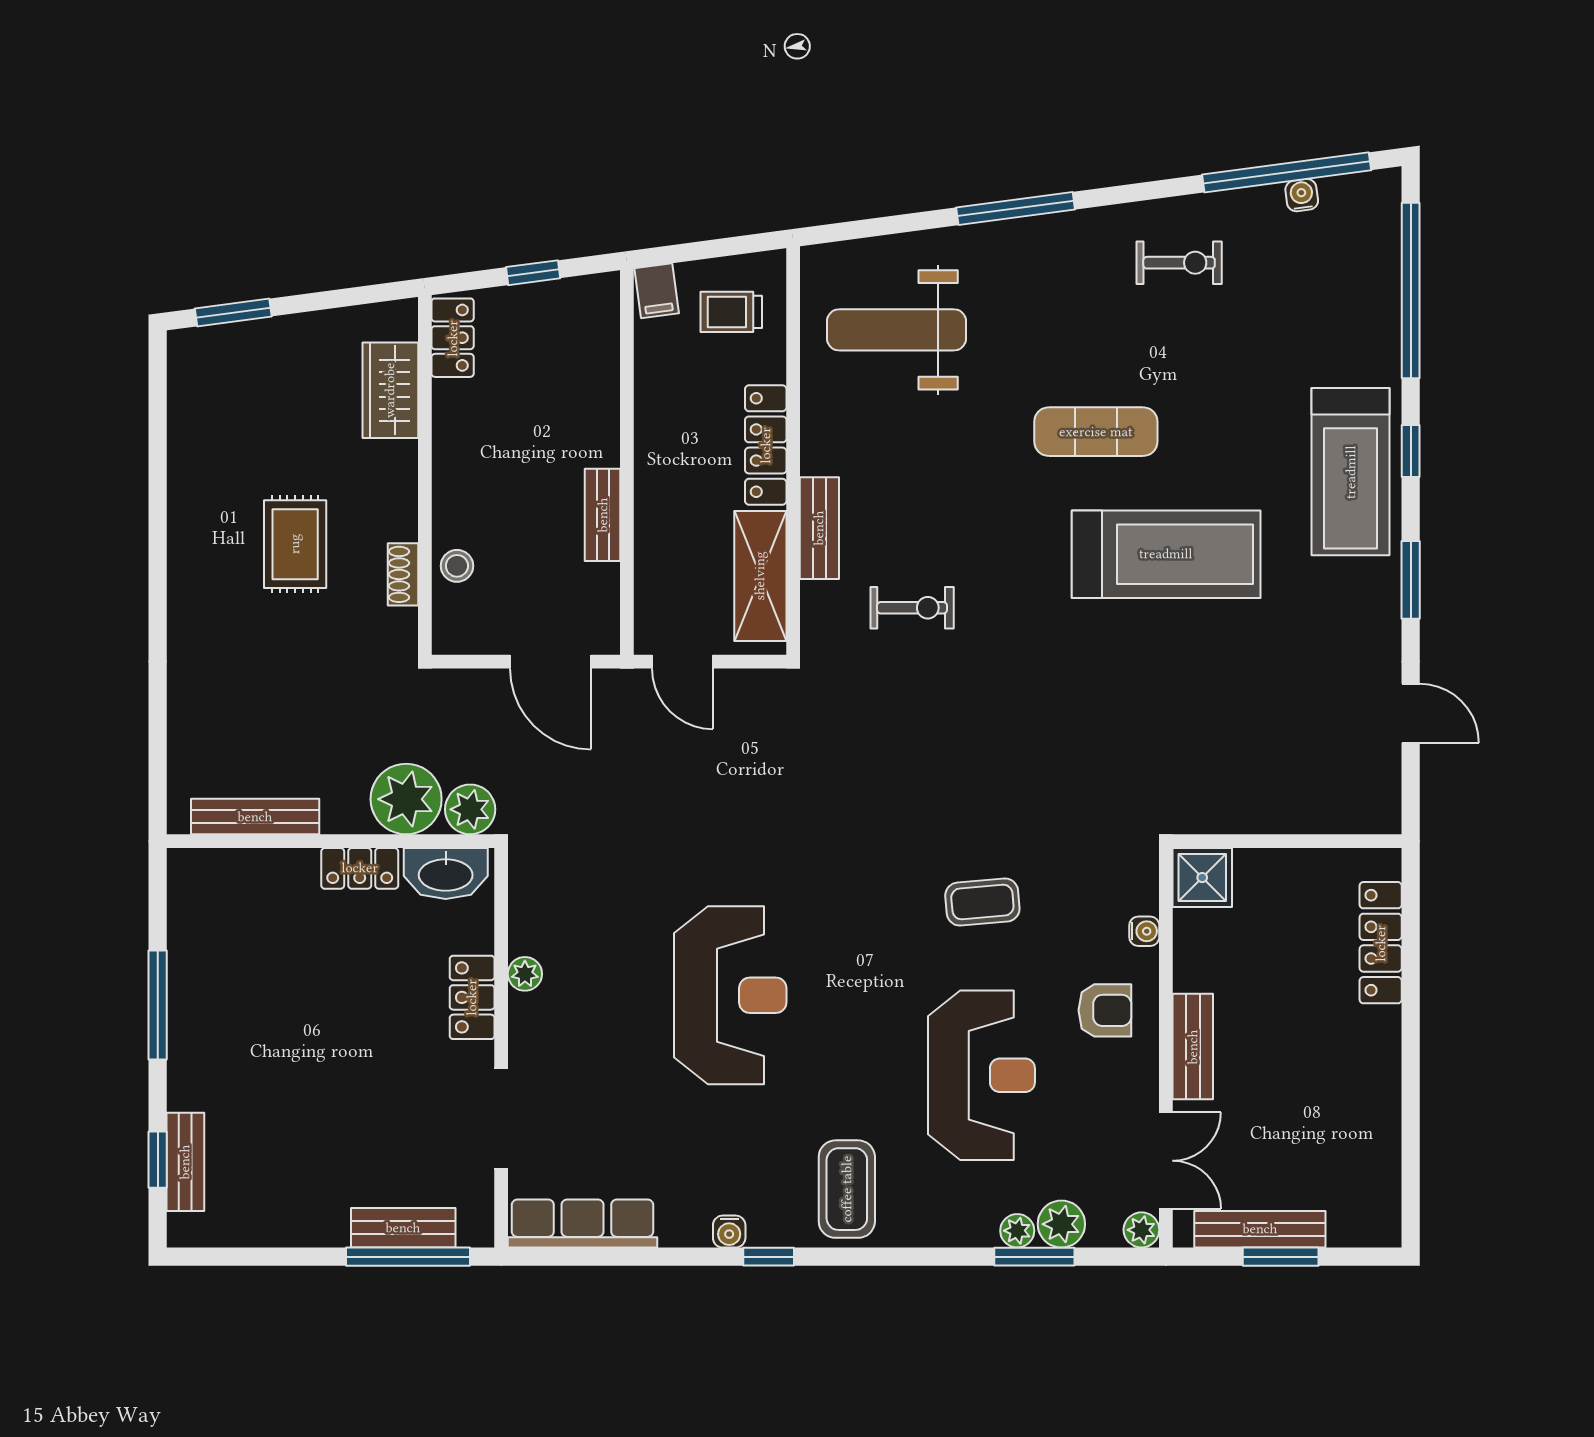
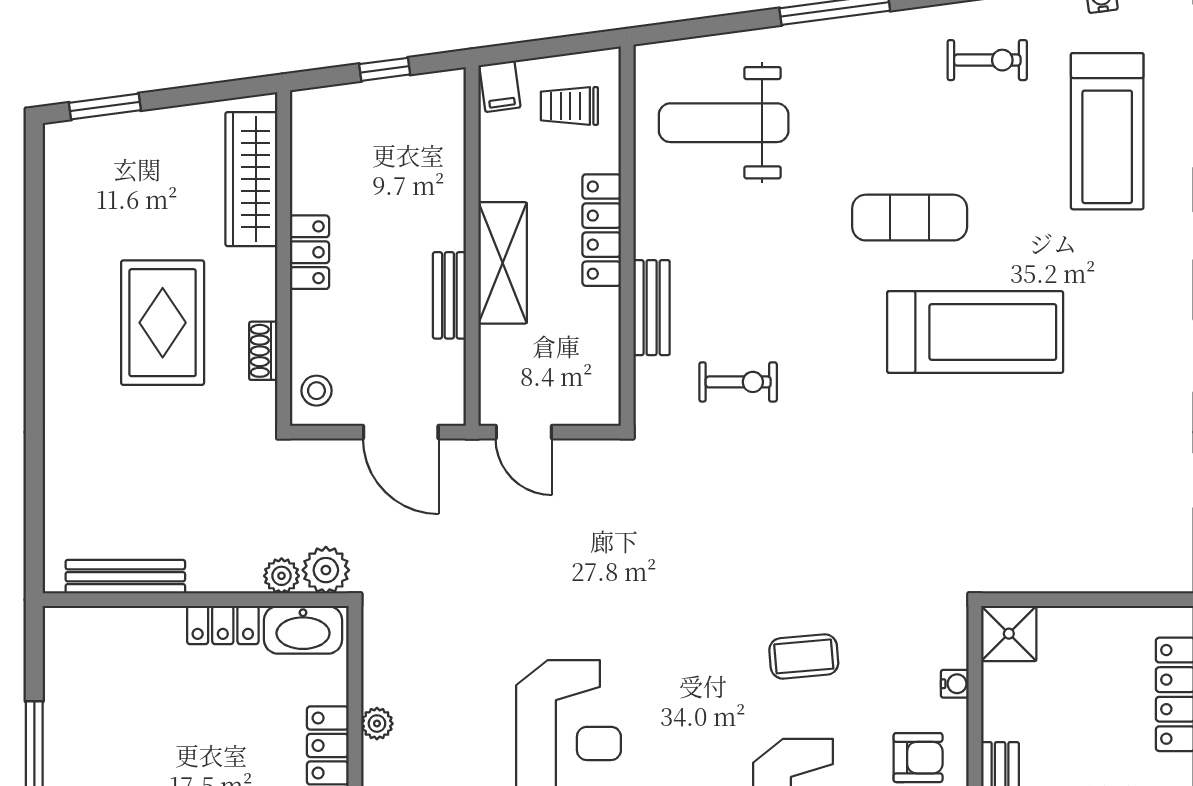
locker: (453, 338) -> (309, 252), moved
wardrobe: (390, 390) -> (251, 179), width x1.50
treadmill: (1351, 472) -> (1107, 131), moved
rug: (295, 544) -> (163, 323), width x1.36, depth x1.43
stool: (457, 566) -> (316, 391), moved
shelving: (760, 576) -> (503, 263), moved
plant: (406, 799) -> (282, 576), width x0.53, depth x0.53

